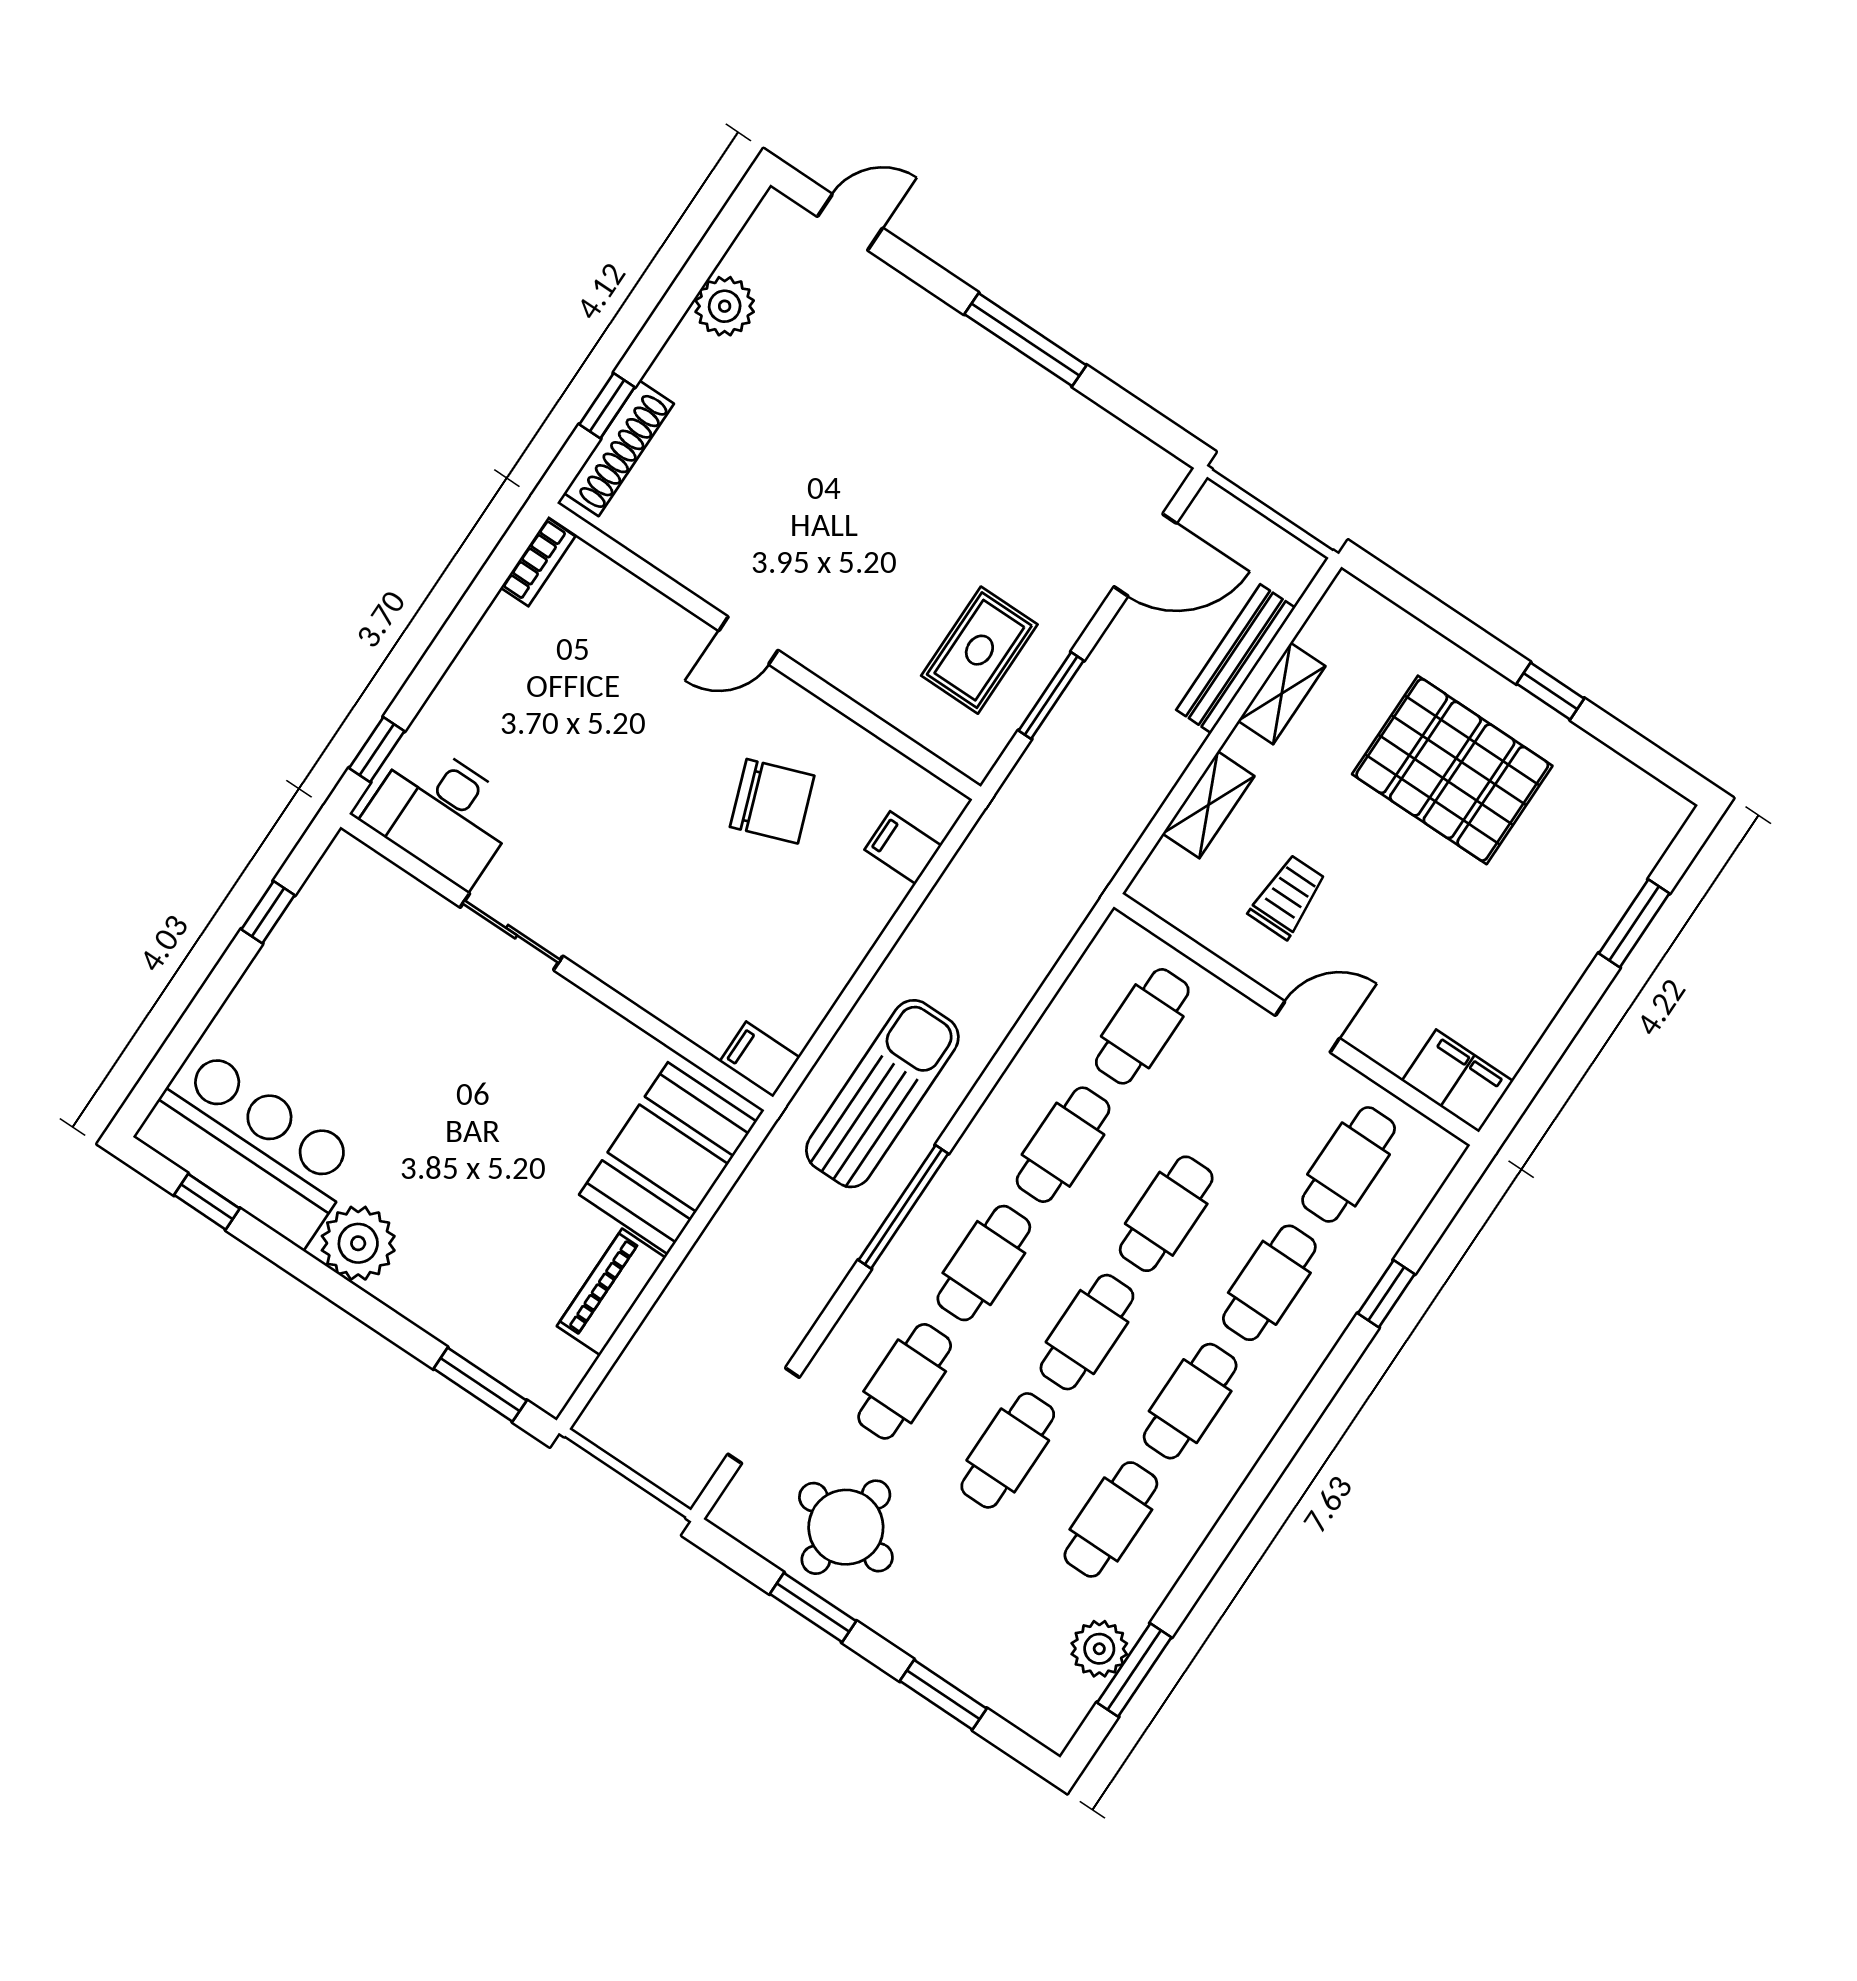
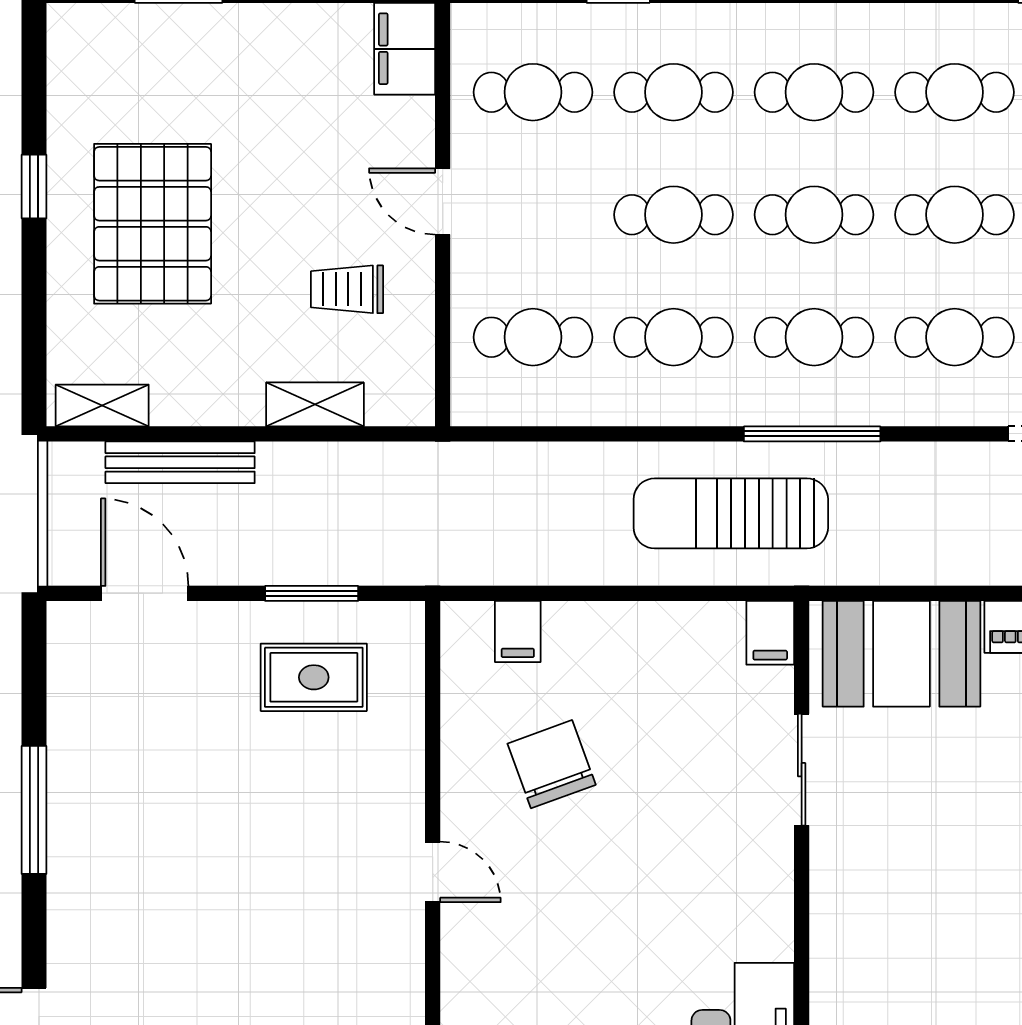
shelving: (1282, 693) -> (102, 406), moved
sliding door: (512, 932) -> (802, 770), moved

